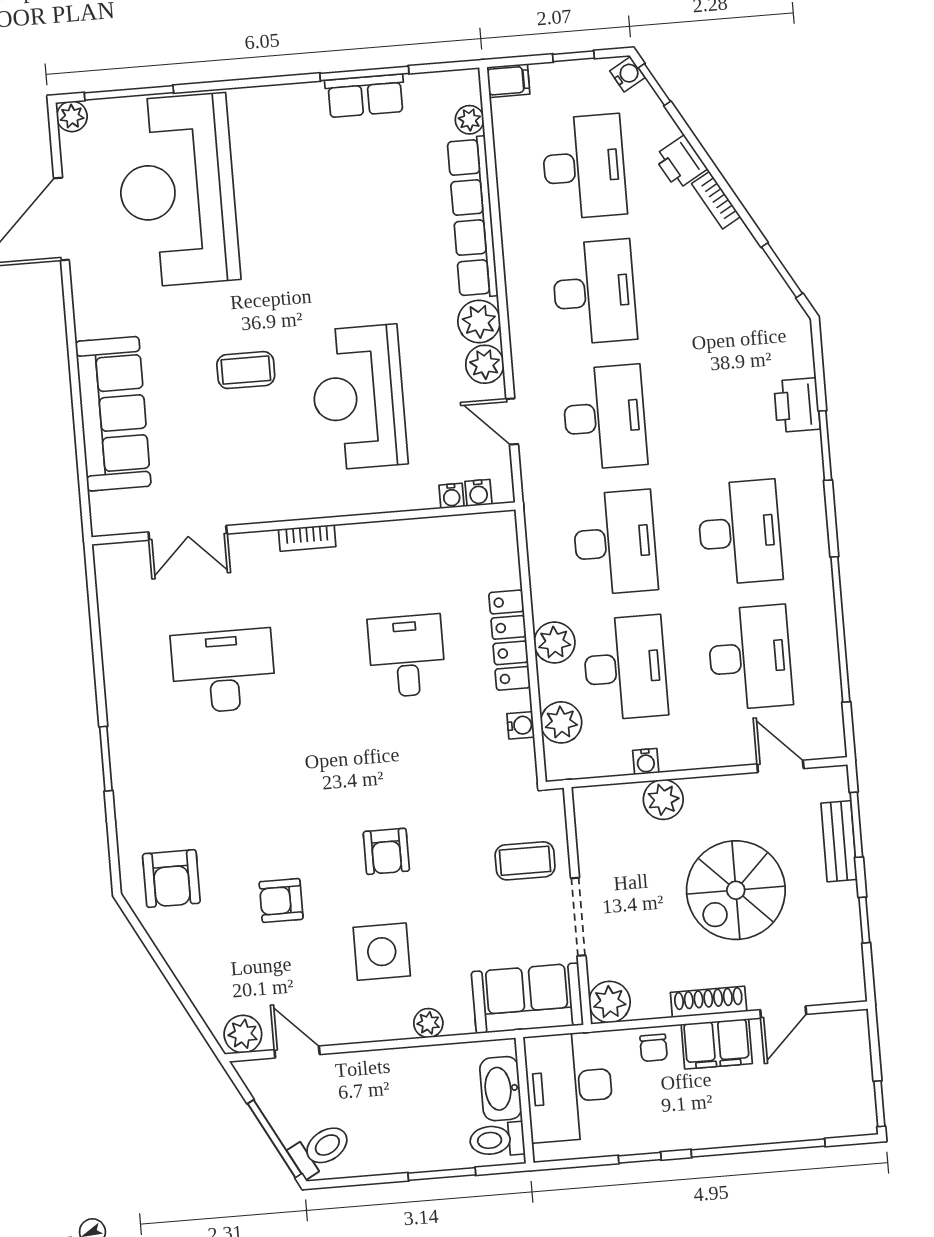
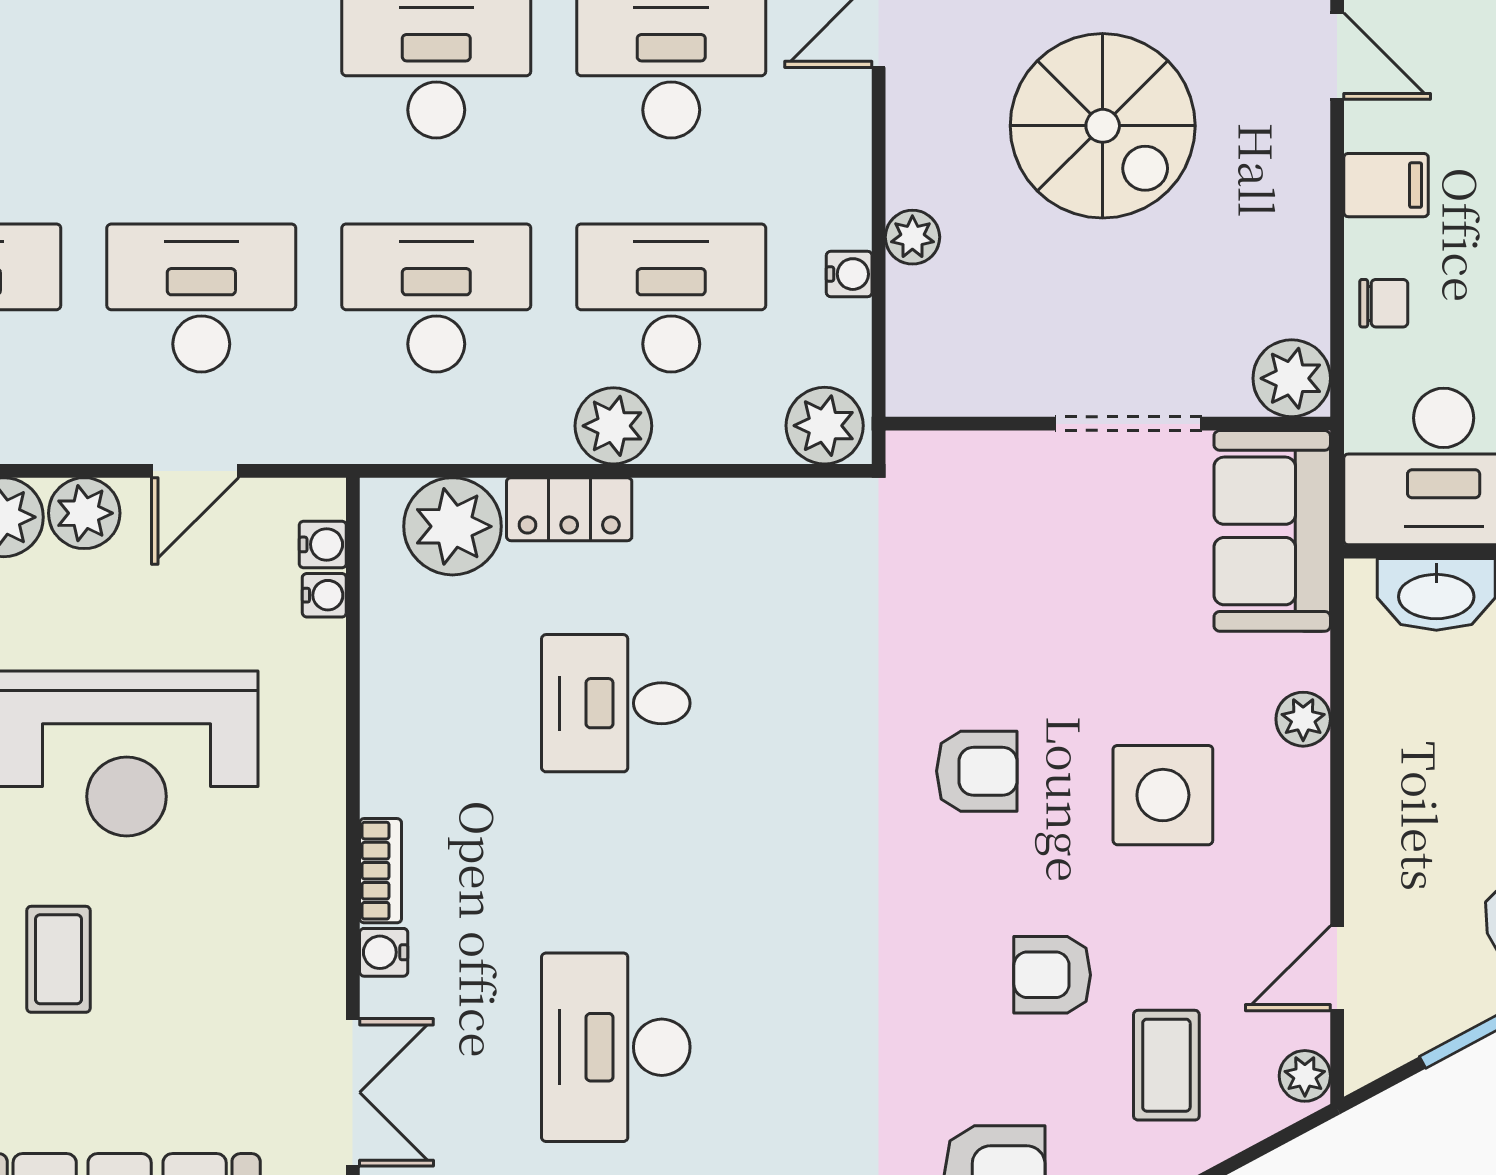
plant: (494, 561) -> (452, 526), added
locker: (510, 640) -> (569, 509), width x0.66
plant: (561, 722) -> (825, 426), moved
water cooler: (521, 725) -> (384, 952), moved, turned -90
plant: (663, 800) -> (912, 237), width x0.73, depth x0.73
coffee table: (525, 861) -> (1166, 1065), moved
armchair: (281, 900) -> (1052, 975), turned 90
shoe rack: (709, 1002) -> (1307, 194), removed
plant: (243, 1034) -> (1305, 1076), width x0.73, depth x0.73
filing cabinet: (717, 1044) -> (1386, 185), width x0.50

